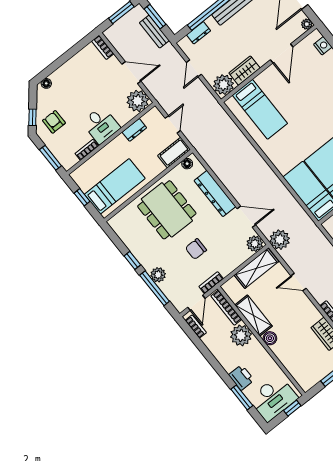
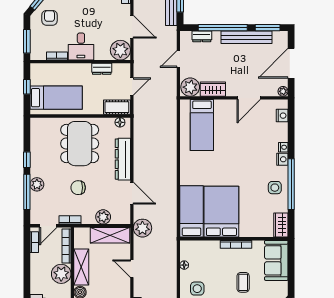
plant: (255, 244) -> (103, 217), moved

